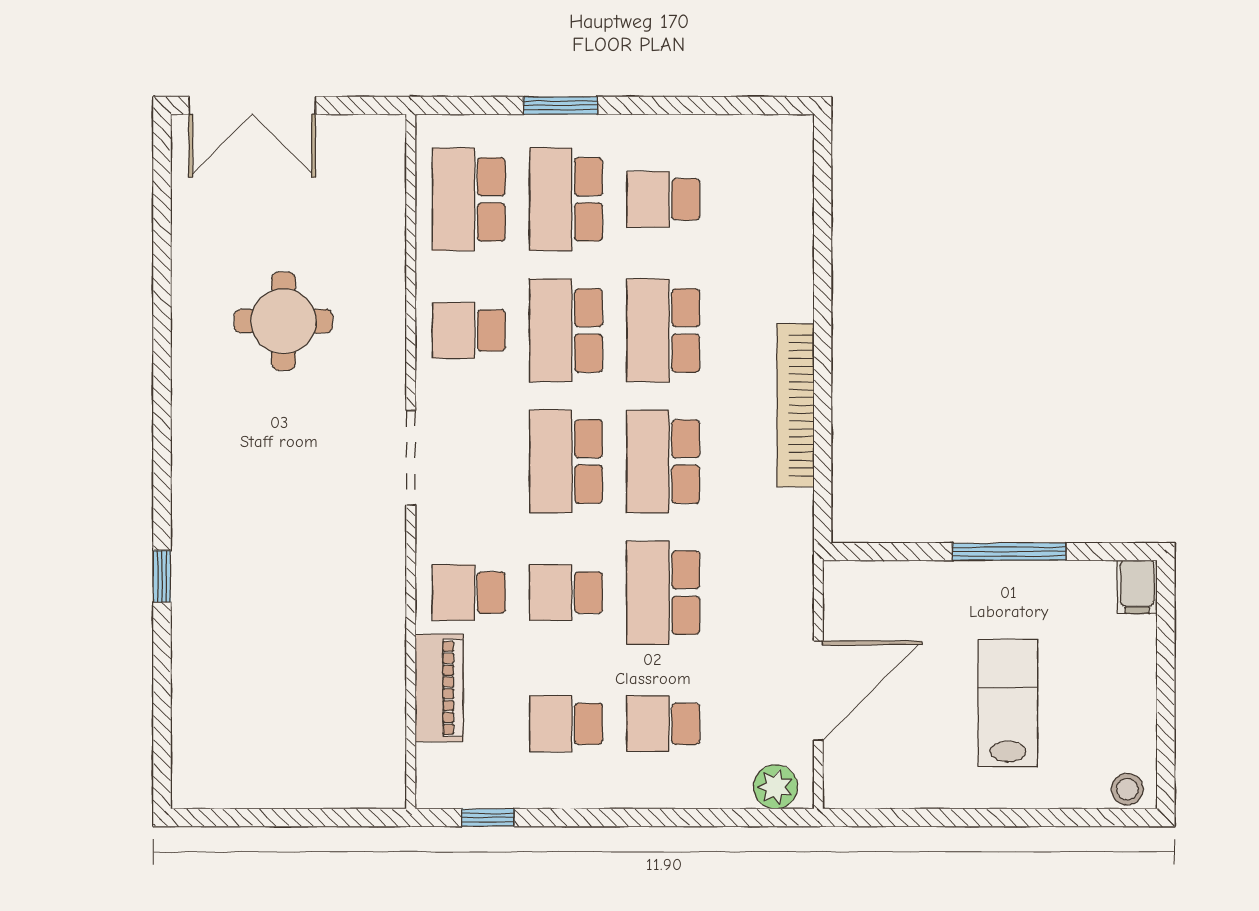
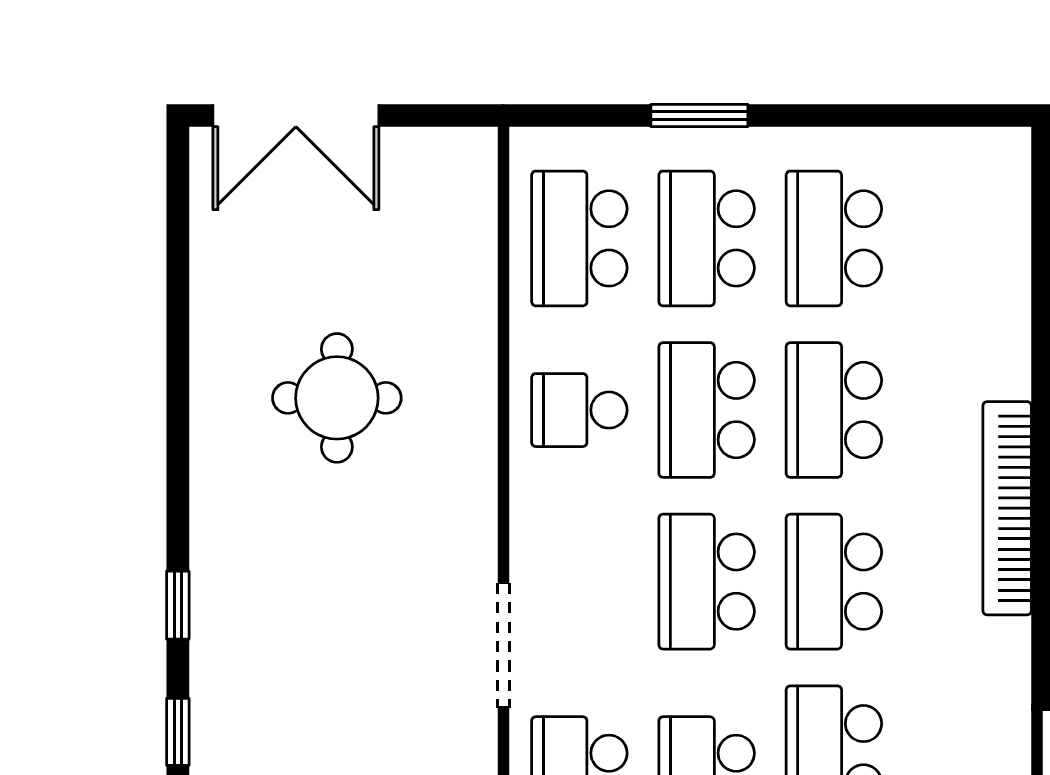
school desk: (663, 199) -> (834, 238), width x1.85
doorway: (411, 458) -> (503, 645), moved
window: (162, 479) -> (178, 605), added

